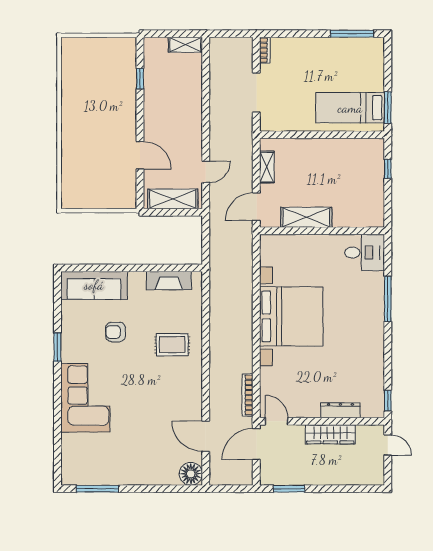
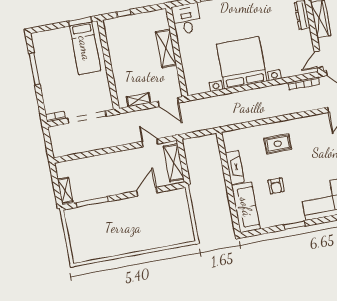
window: (352, 34) -> (34, 69), moved
shelving: (185, 45) -> (65, 190), moved
window: (140, 79) -> (92, 202), width x2.17
doorway: (256, 93) -> (87, 117), width x1.36
shelving: (306, 217) -> (166, 48), moved
fireplace: (169, 281) -> (235, 167), moved
rug: (172, 345) -> (278, 144), turned 90

